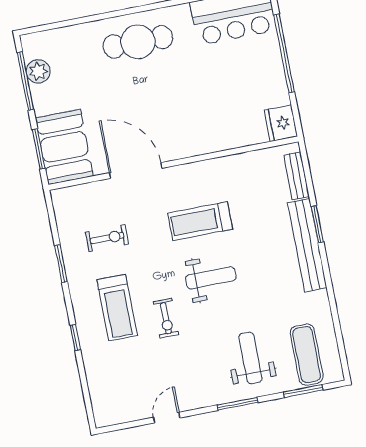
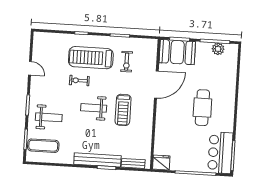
cafe table: (138, 42) -> (202, 108), moved
treadmill: (200, 221) -> (123, 110), turned 180
weight bench: (211, 278) -> (94, 108), turned 90
treadmill: (117, 308) -> (91, 58), width x1.37, depth x1.38

